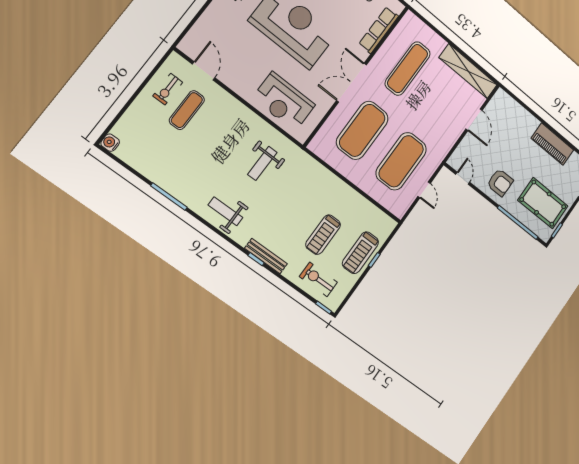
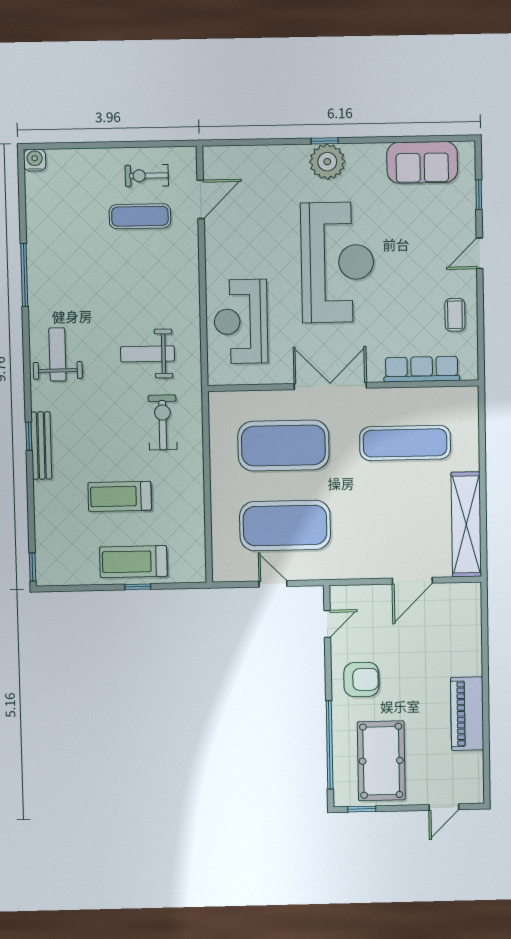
armchair: (500, 183) -> (361, 679), turned -90
door: (424, 190) -> (273, 584), swing flipped
exercise bike: (318, 279) -> (163, 422), moved

